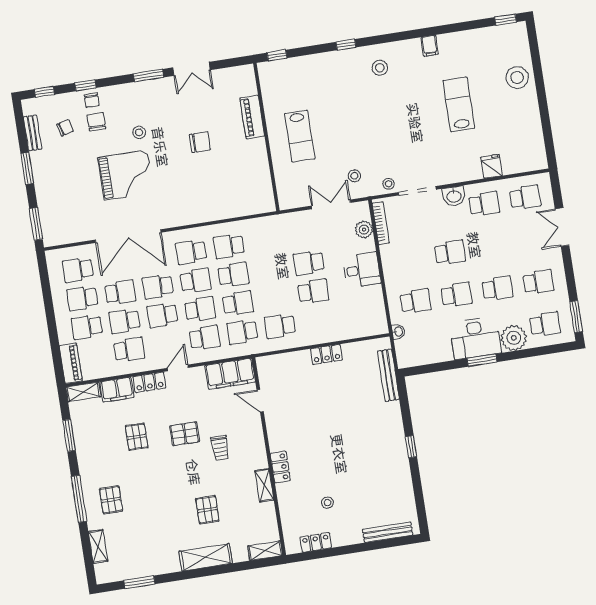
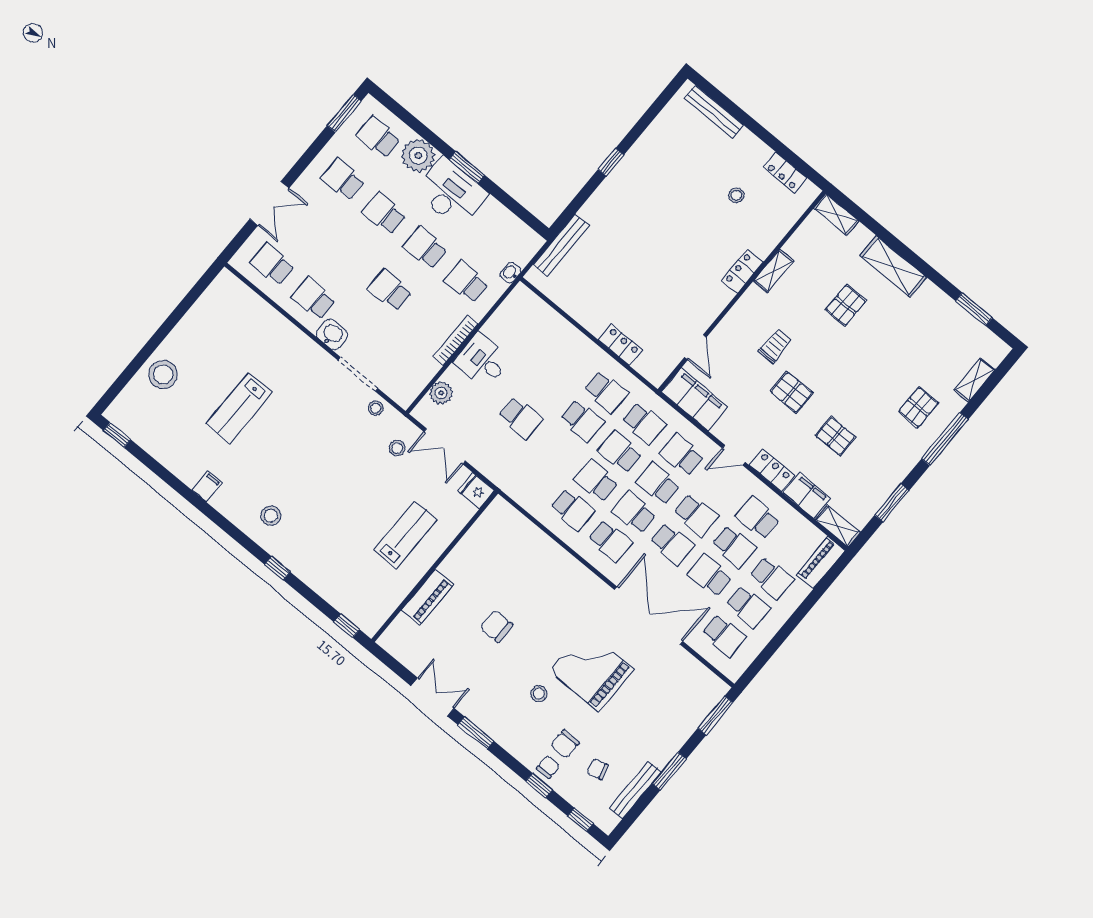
bench: (33, 133) -> (635, 790), width x1.36
fridge: (491, 166) -> (476, 491), moved, turned 90
bookcase: (381, 223) -> (455, 340), moved
school desk: (313, 291) -> (582, 421), moved, turned 180
locker: (326, 354) -> (621, 345), moved
pallet: (137, 437) -> (836, 436), turned 90

